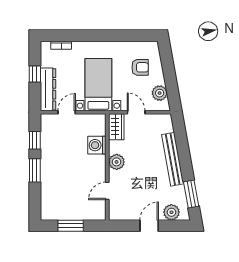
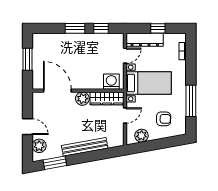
window: (119, 36) -> (191, 101), added
armchair: (140, 67) -> (164, 119), turned -89
door: (67, 112) -> (125, 56), hinge flipped
wardrobe: (116, 127) -> (107, 98), width x1.50
washing machine: (97, 145) -> (111, 82), moved
door: (107, 191) -> (57, 91), width x1.87

